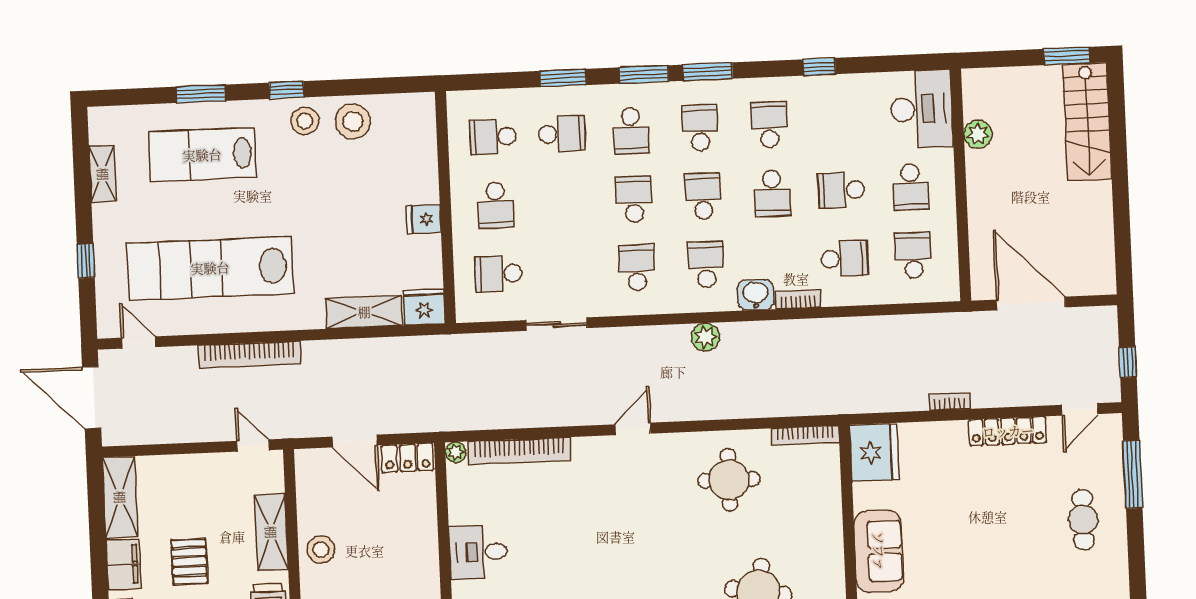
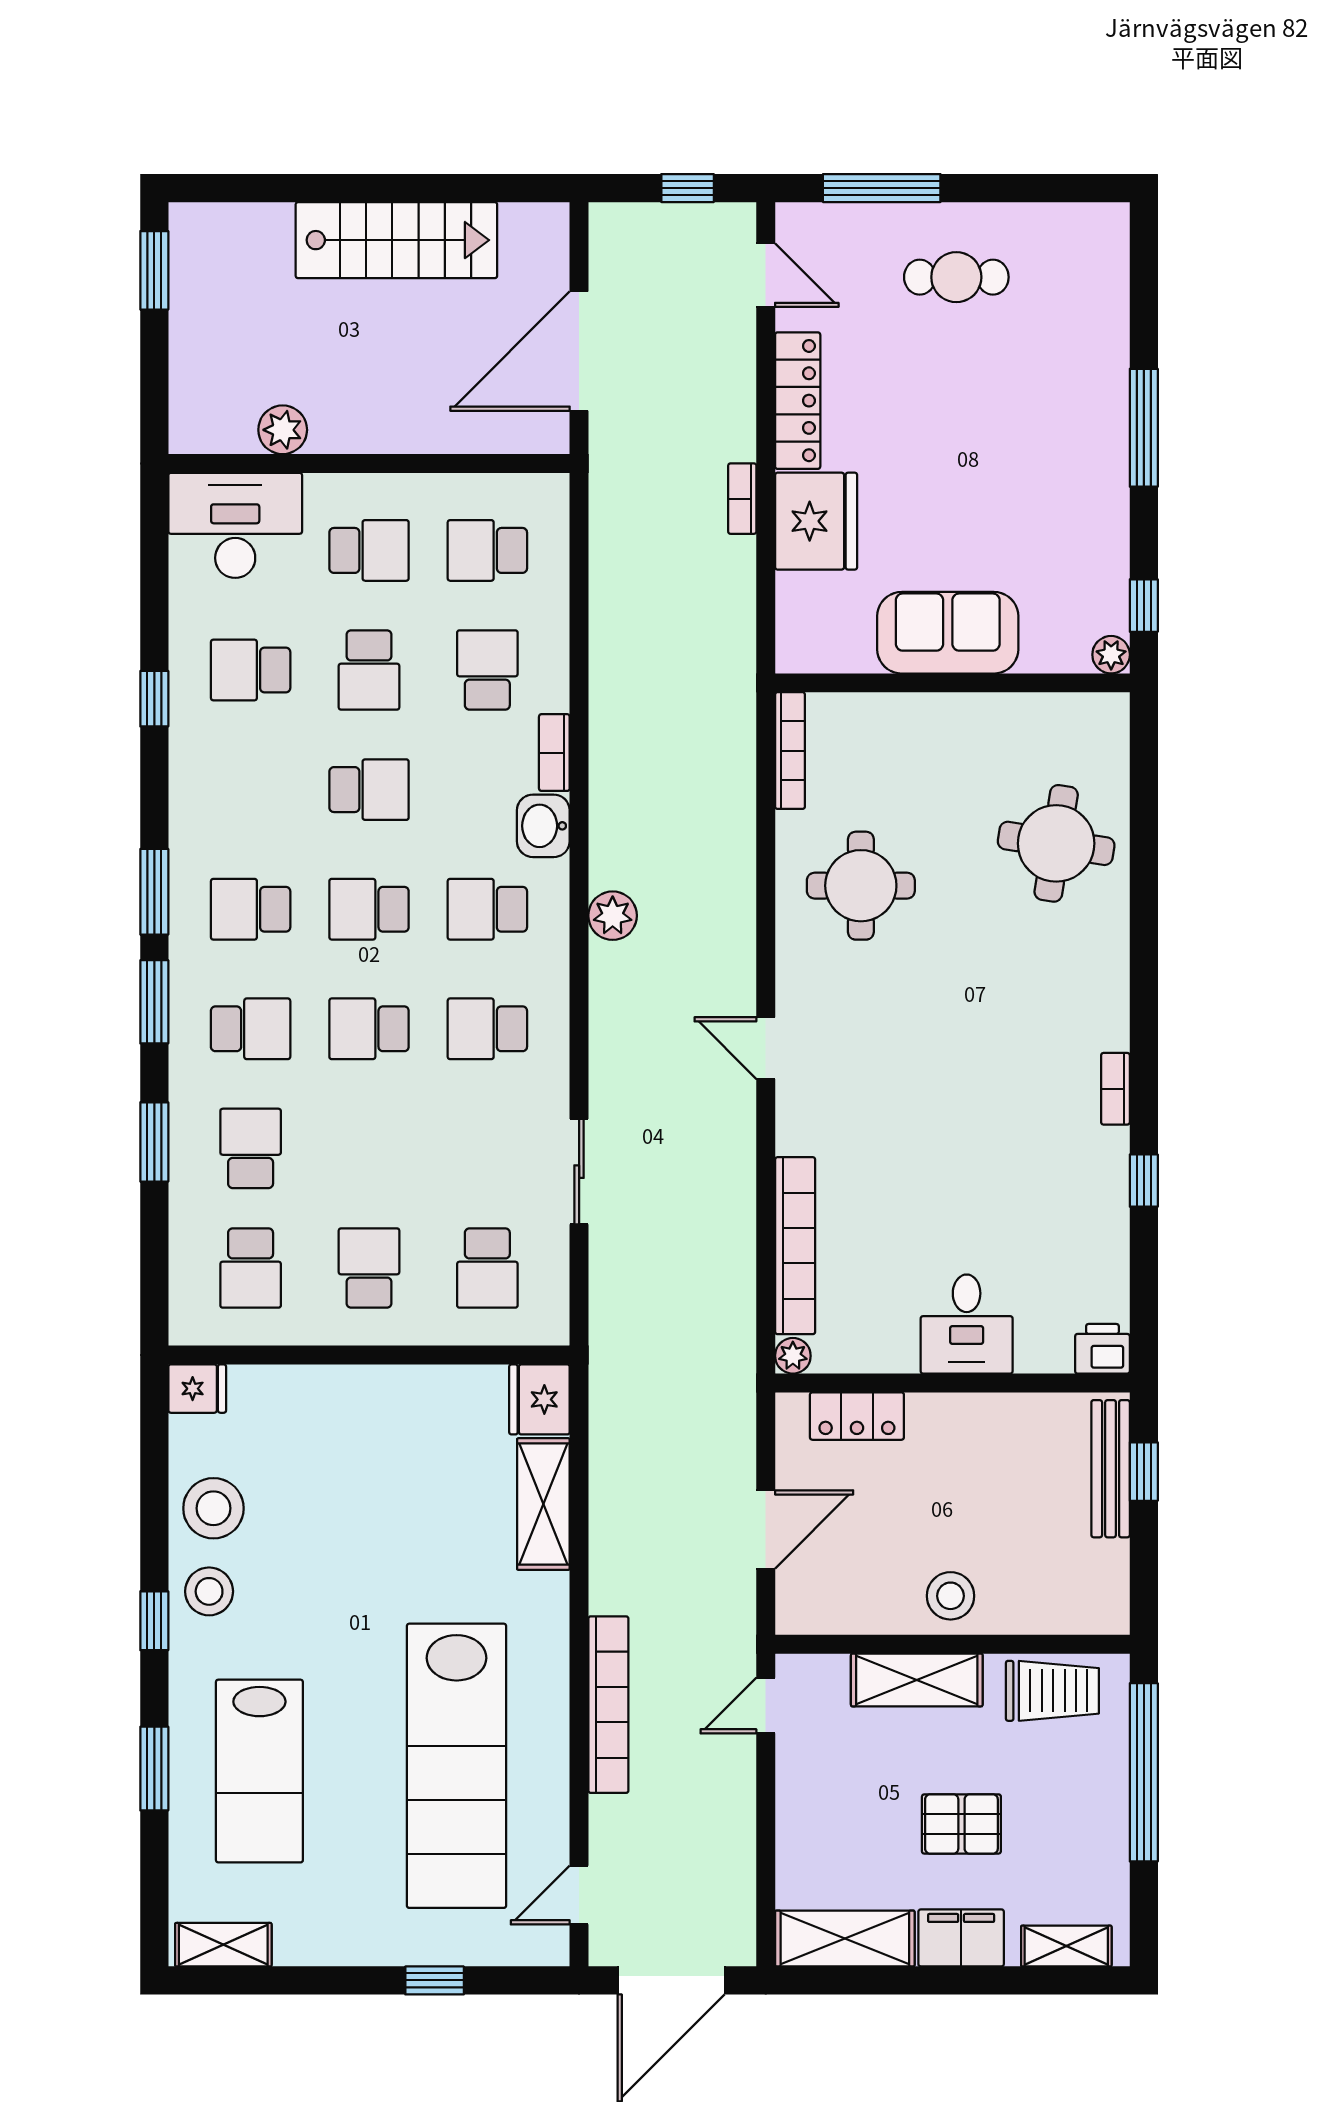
stairs: (1087, 122) -> (396, 240), moved
school desk: (769, 125) -> (251, 670), moved
shelving: (103, 174) -> (223, 1945), moved
school desk: (496, 205) -> (369, 1268), turned -90
fridge: (424, 219) -> (197, 1389), moved, turned -90
fridge: (875, 453) -> (816, 521), moved, turned 90
locker: (408, 458) -> (857, 1416), moved, turned 90
sofa: (879, 551) -> (948, 633), moved

